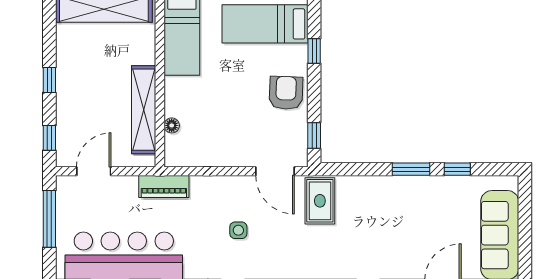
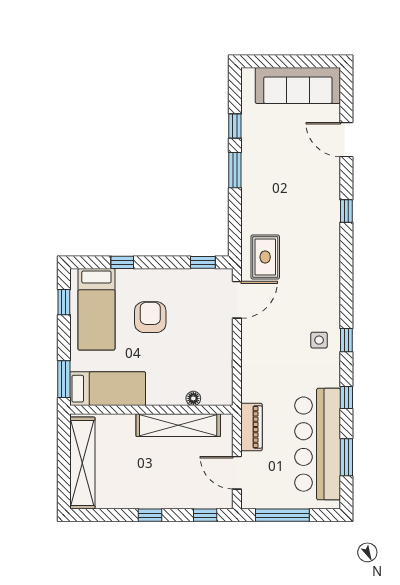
armchair: (286, 93) -> (150, 317), moved, turned 88
piano: (164, 187) -> (252, 427), moved
rug: (320, 201) -> (265, 257), turned 90
side table: (238, 230) -> (319, 340), moved

